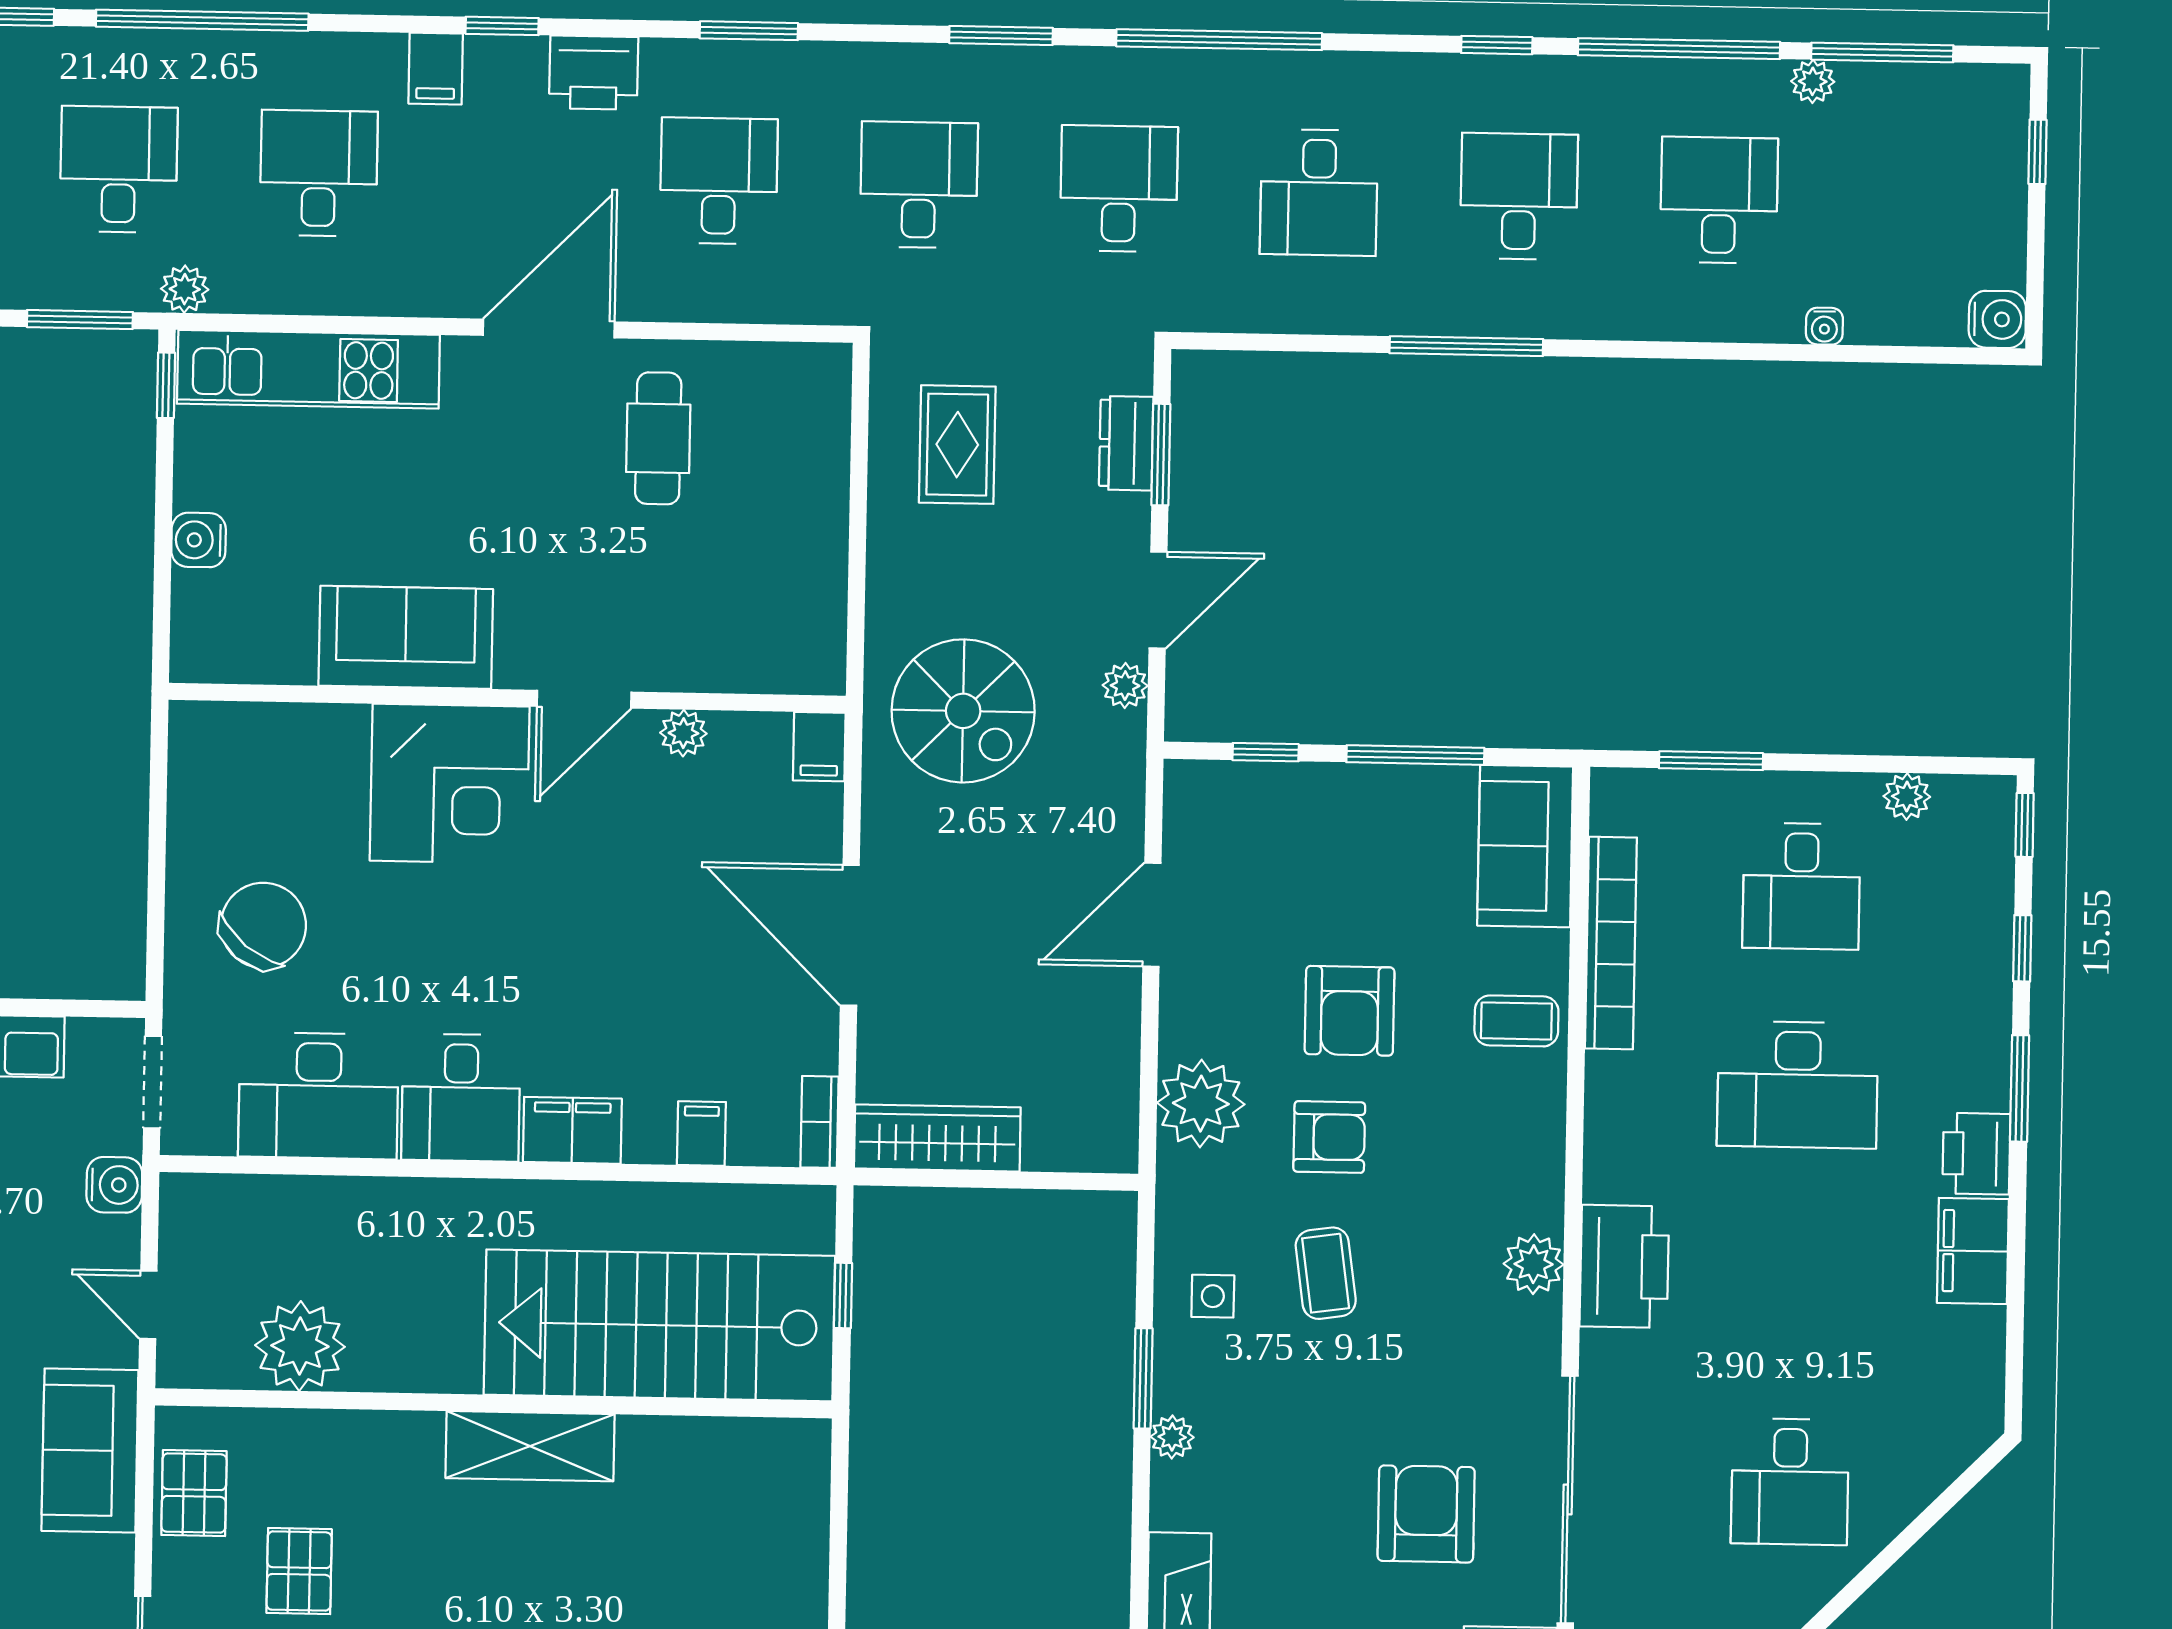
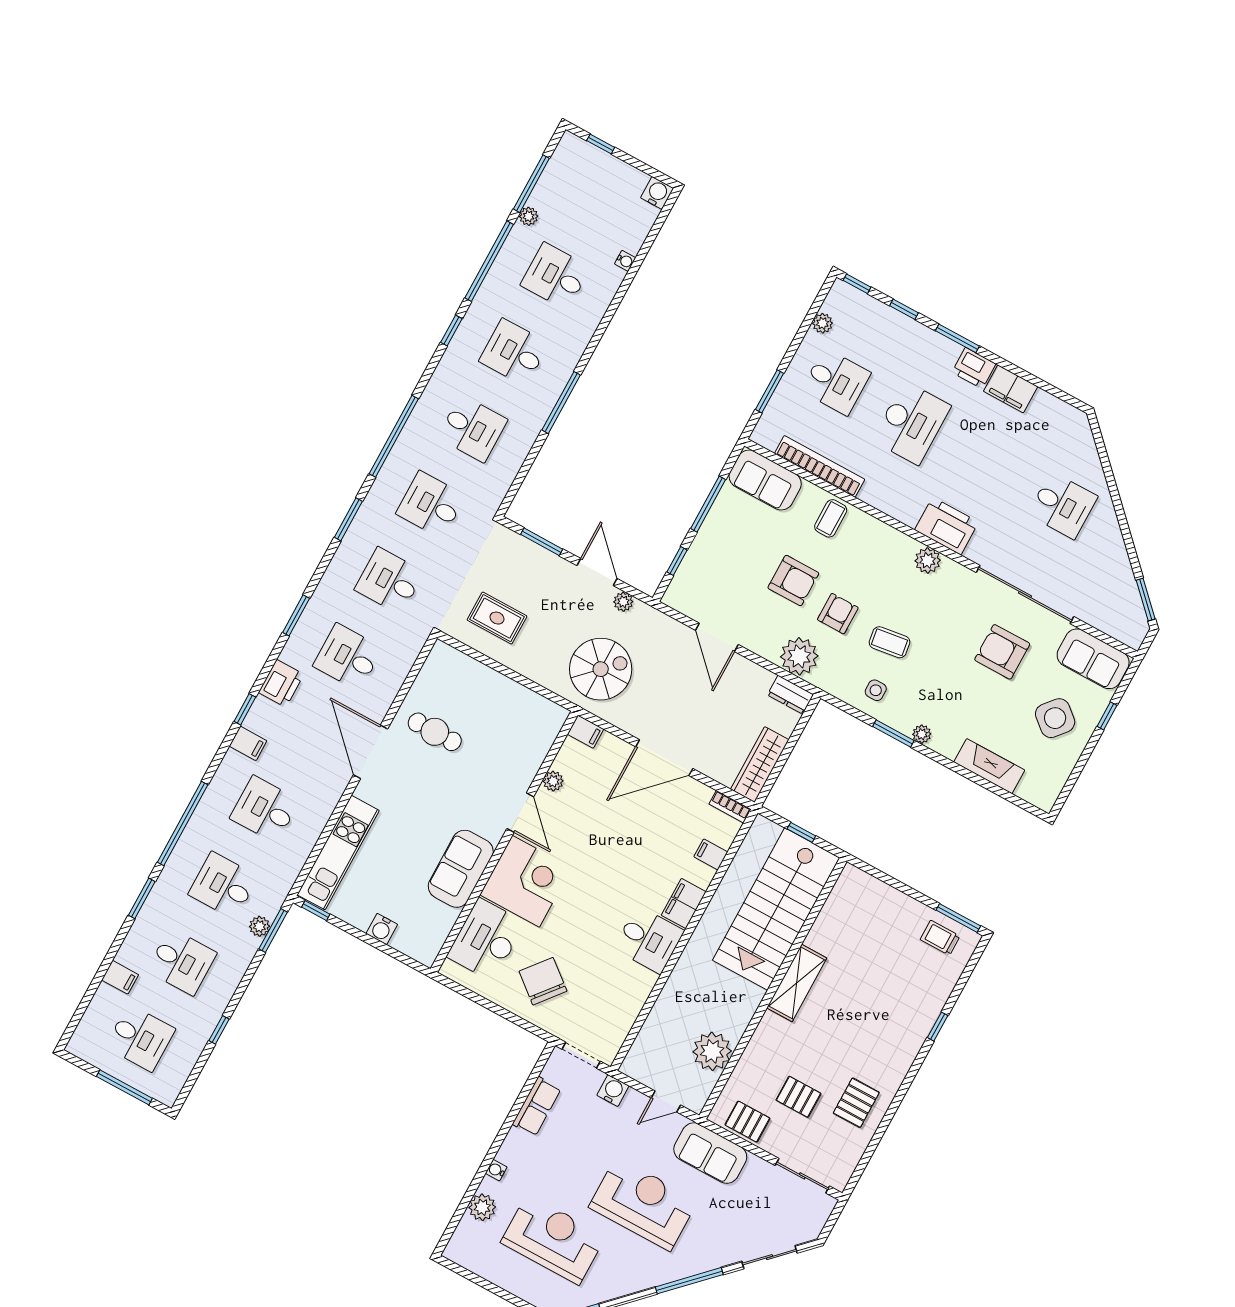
plant: (185, 289) -> (259, 926), moved
dresser: (1126, 443) -> (790, 695), moved
desk: (318, 1096) -> (486, 940), moved, turned 180

